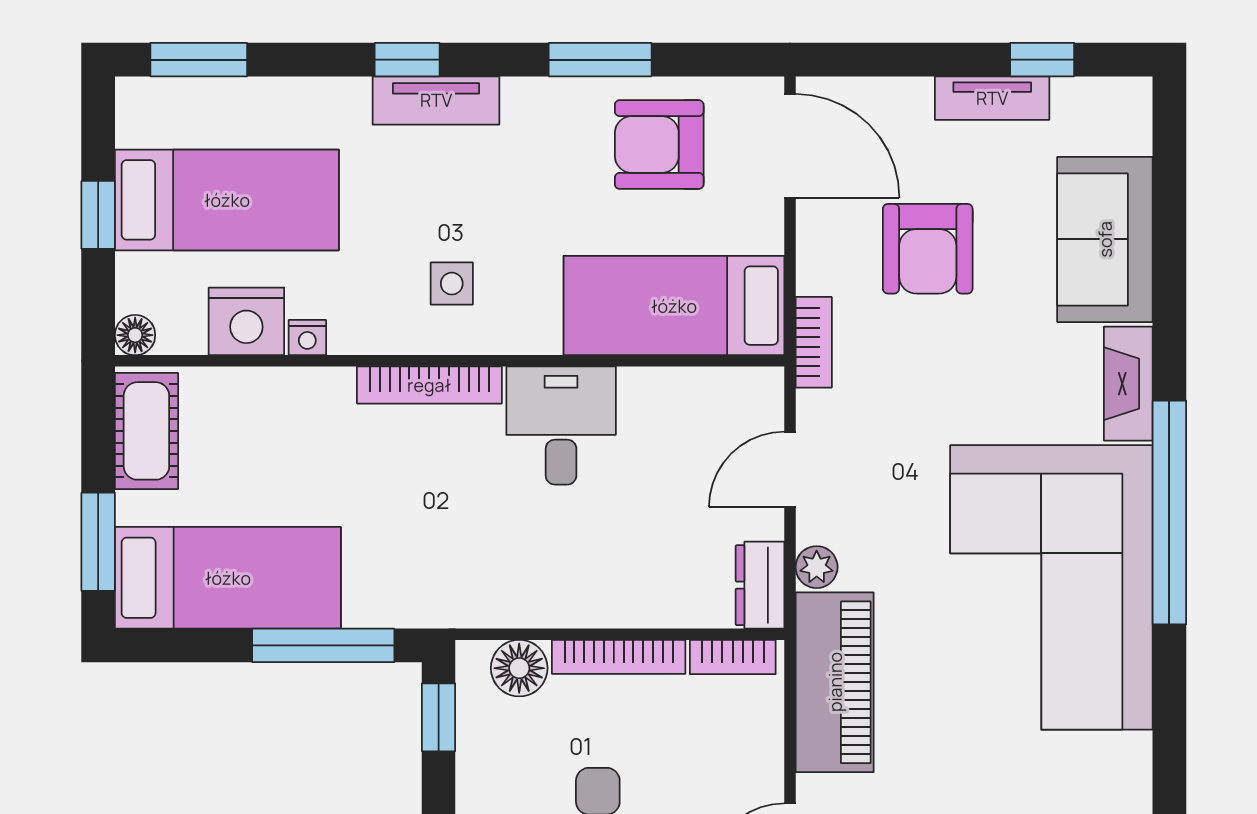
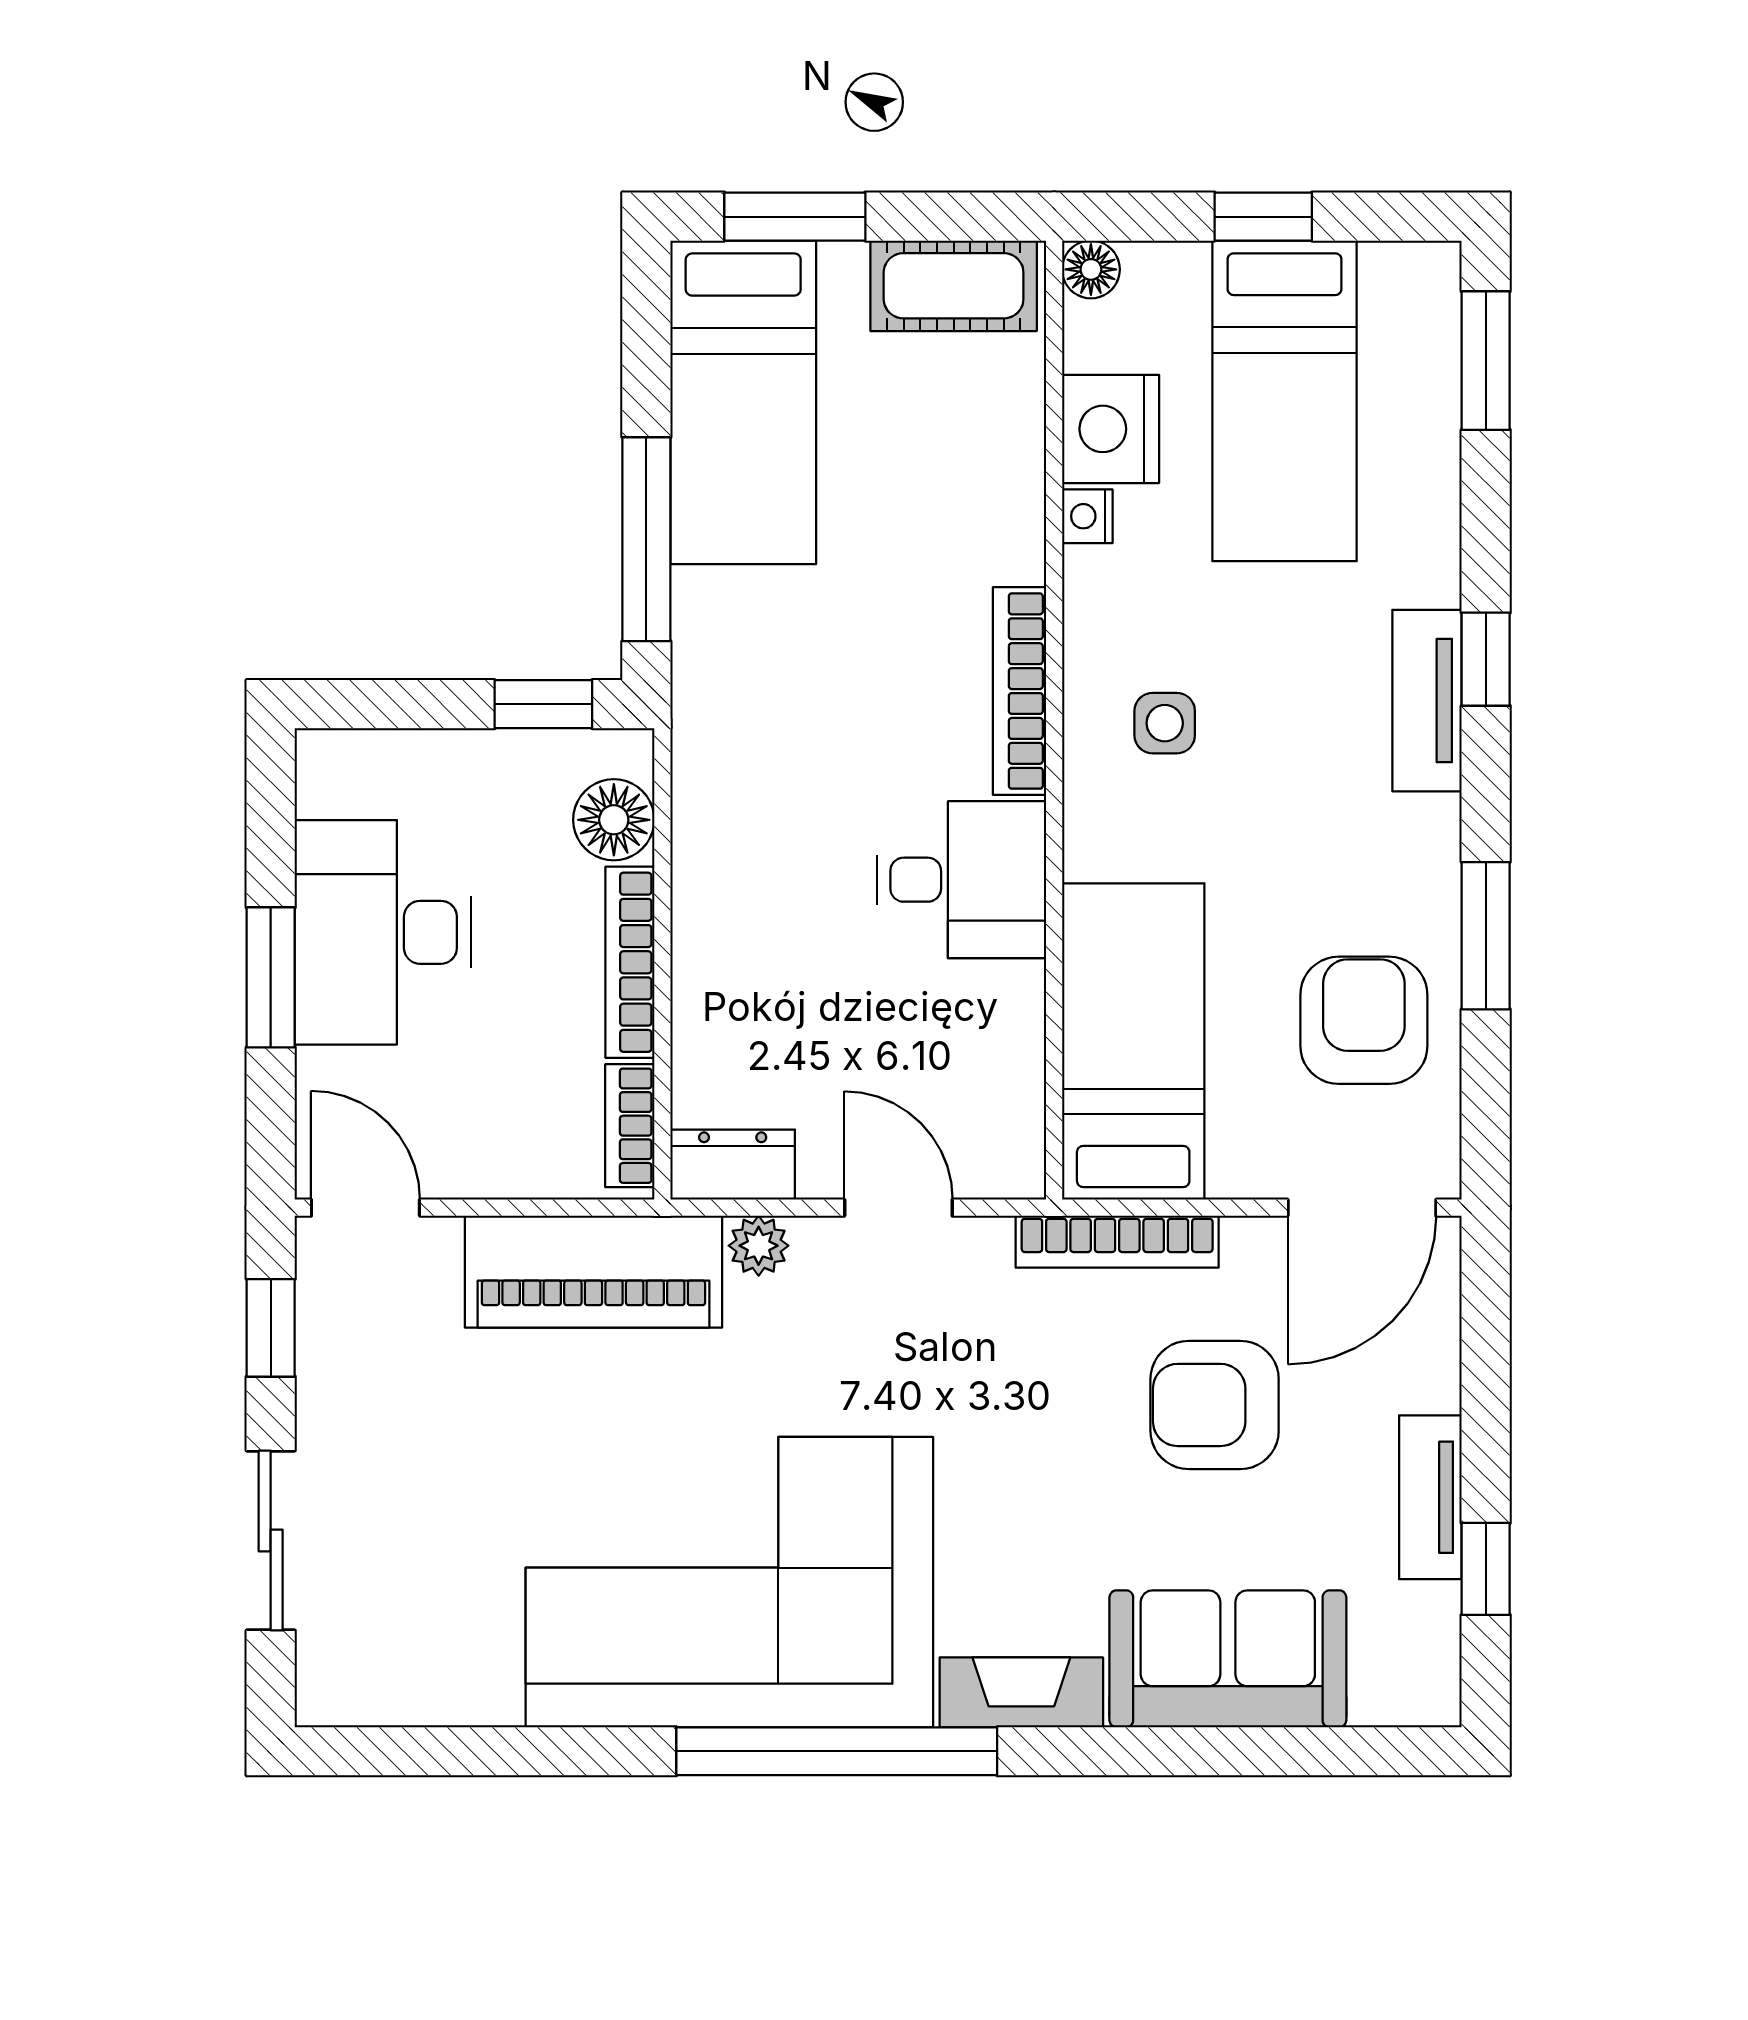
bookcase: (814, 342) -> (1117, 1242), width x1.56

